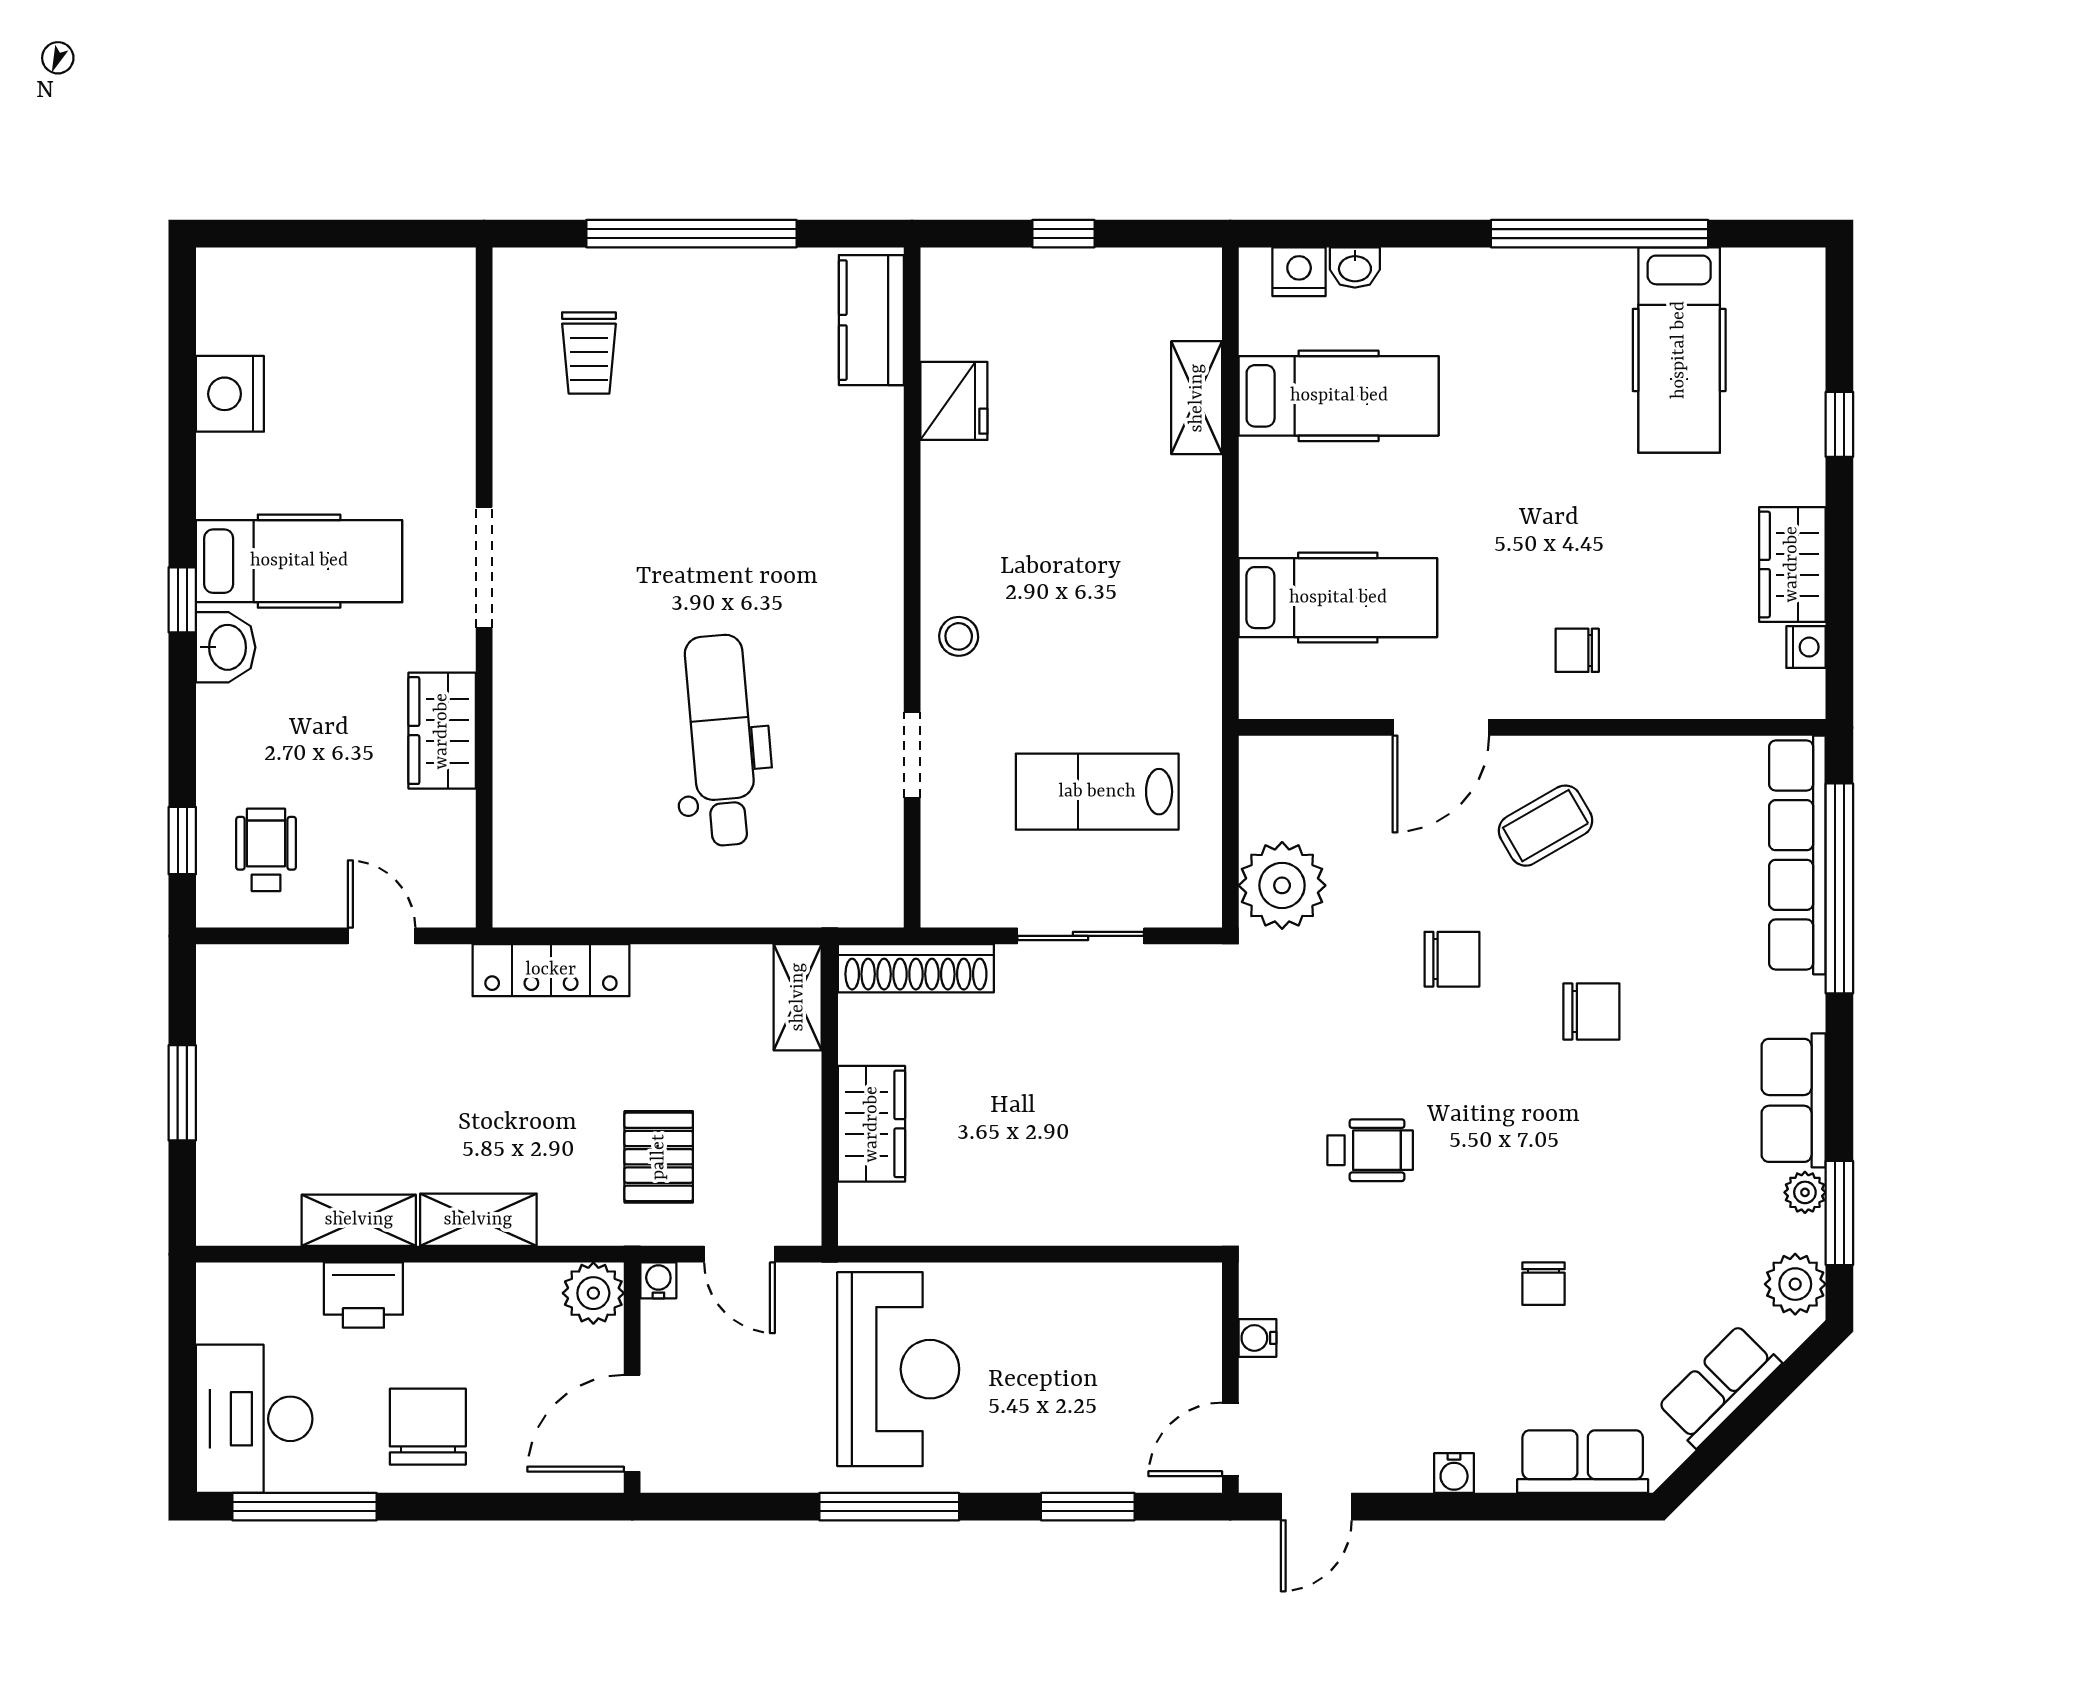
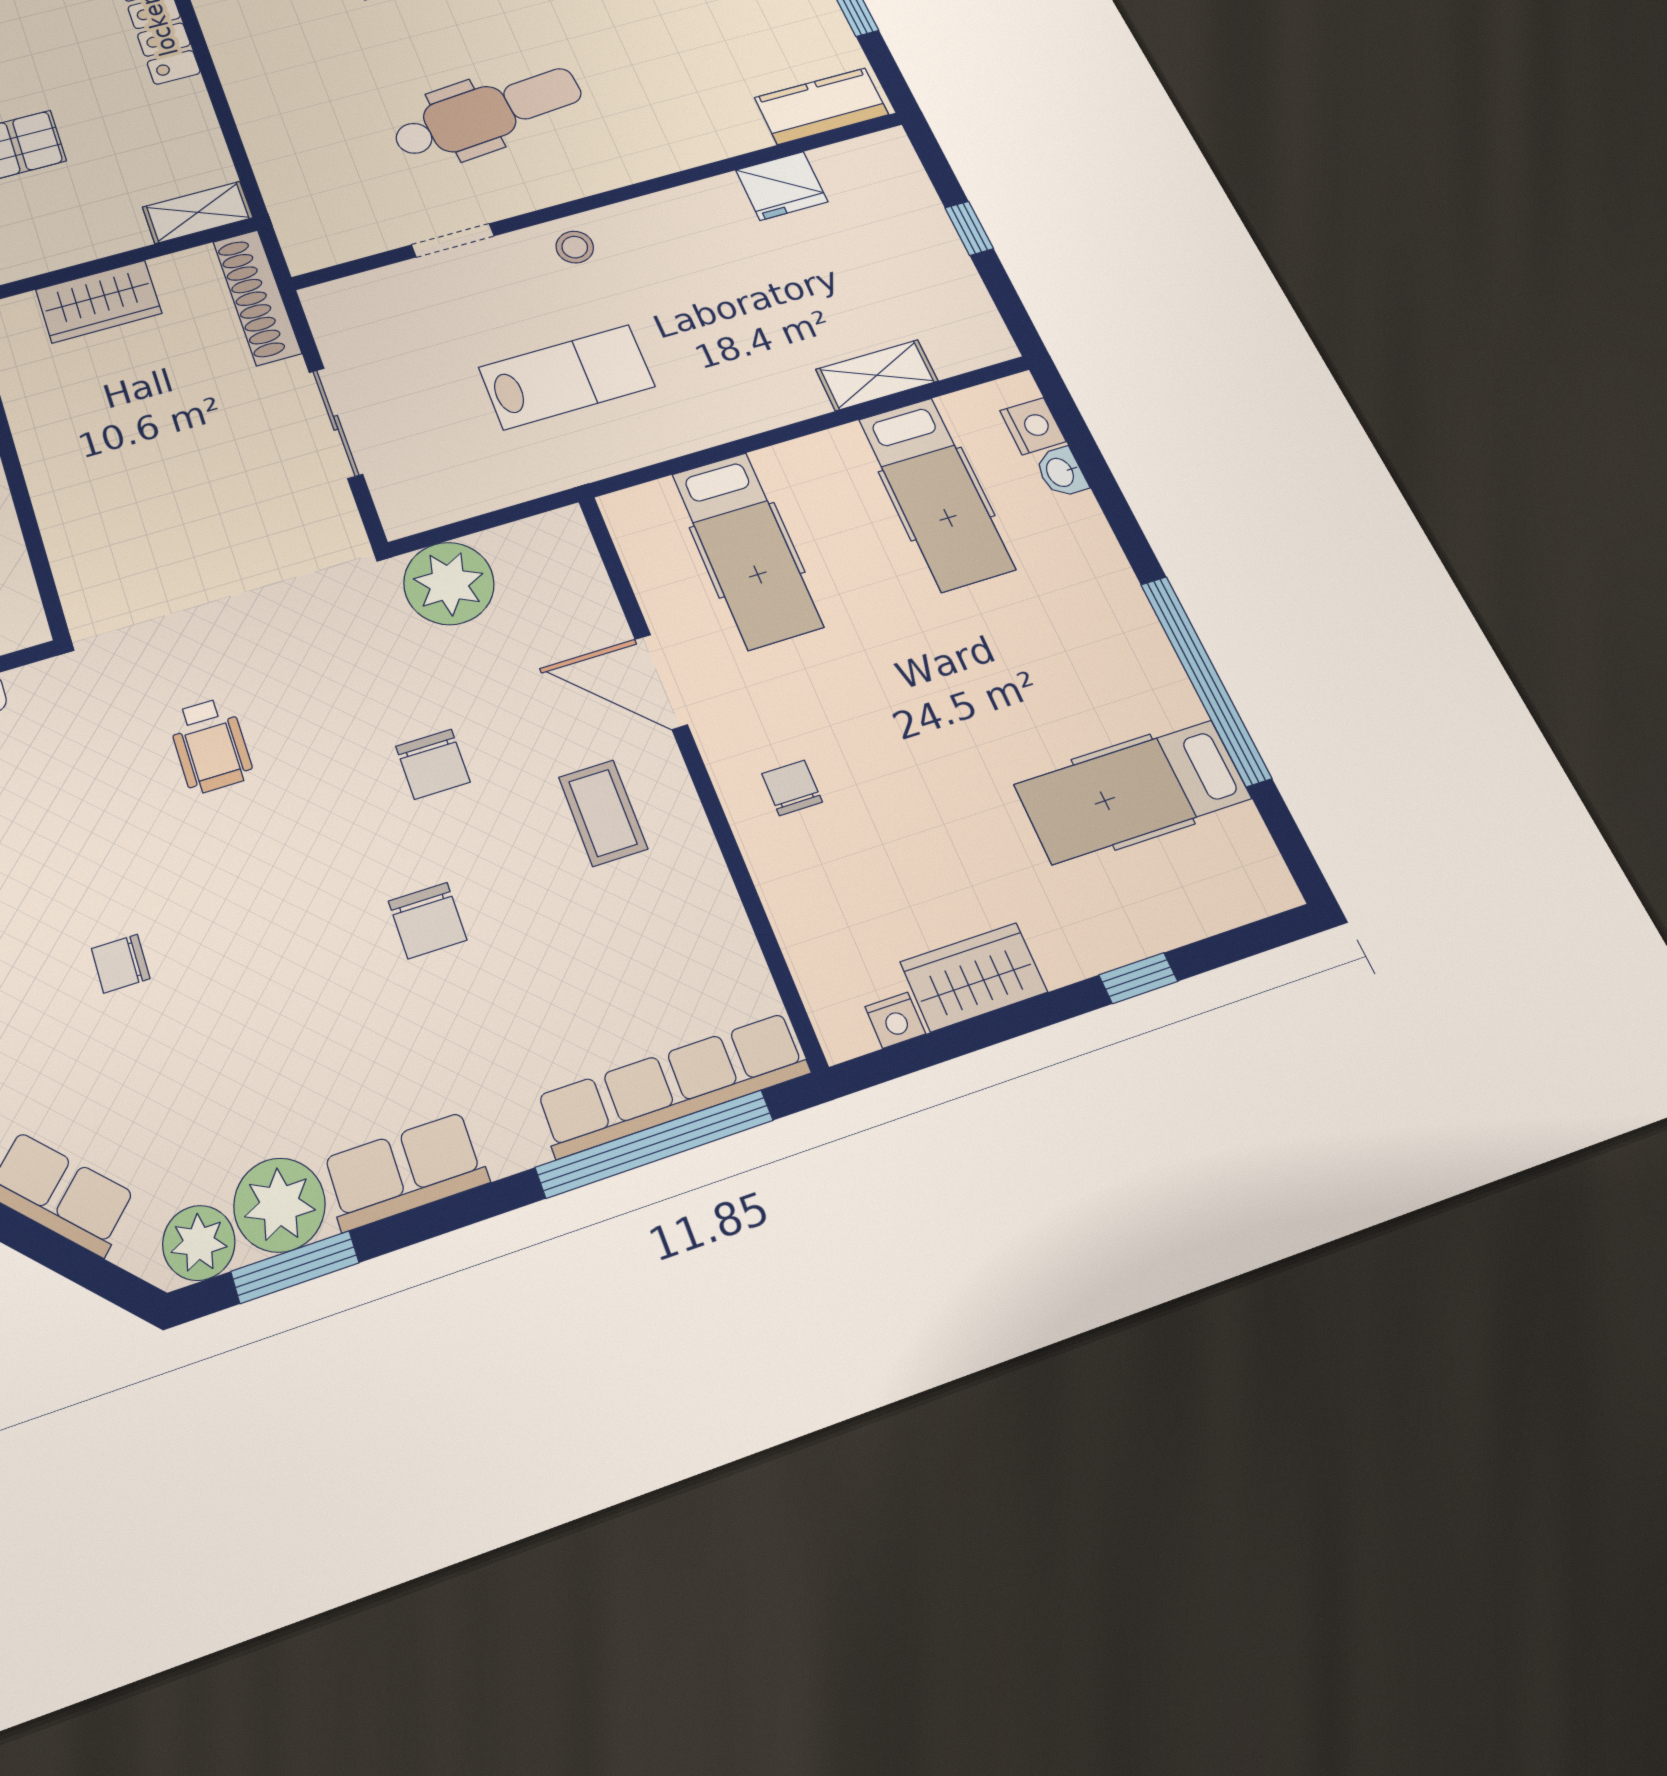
dental chair: (721, 740) -> (488, 113), moved
lab bench: (1097, 792) -> (567, 377), moved, turned 90
coffee table: (1545, 826) -> (603, 813), turned 30
plant: (1805, 1192) -> (279, 1205), width x1.88, depth x1.88

